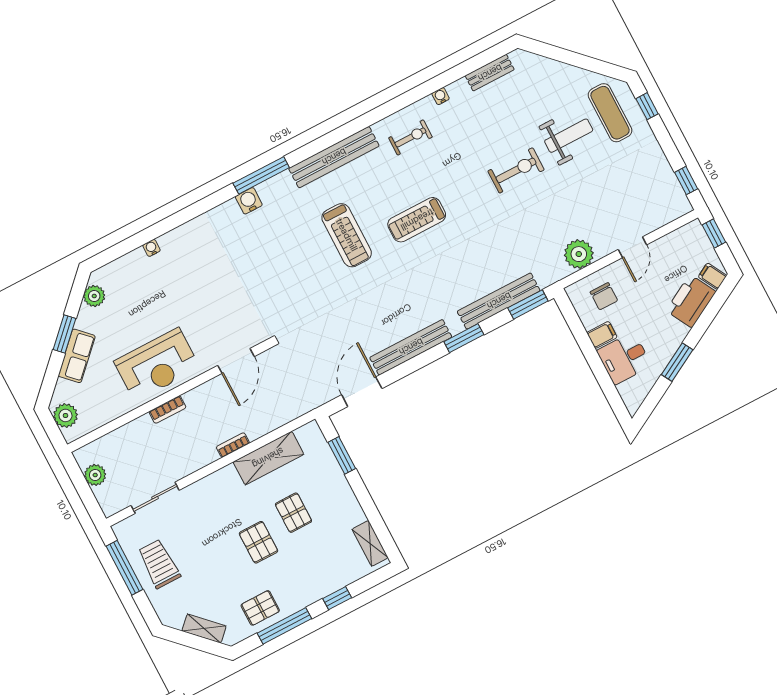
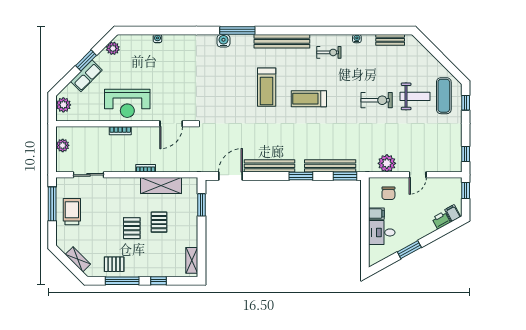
printer: (691, 301) -> (441, 220), width x0.53, depth x0.68

